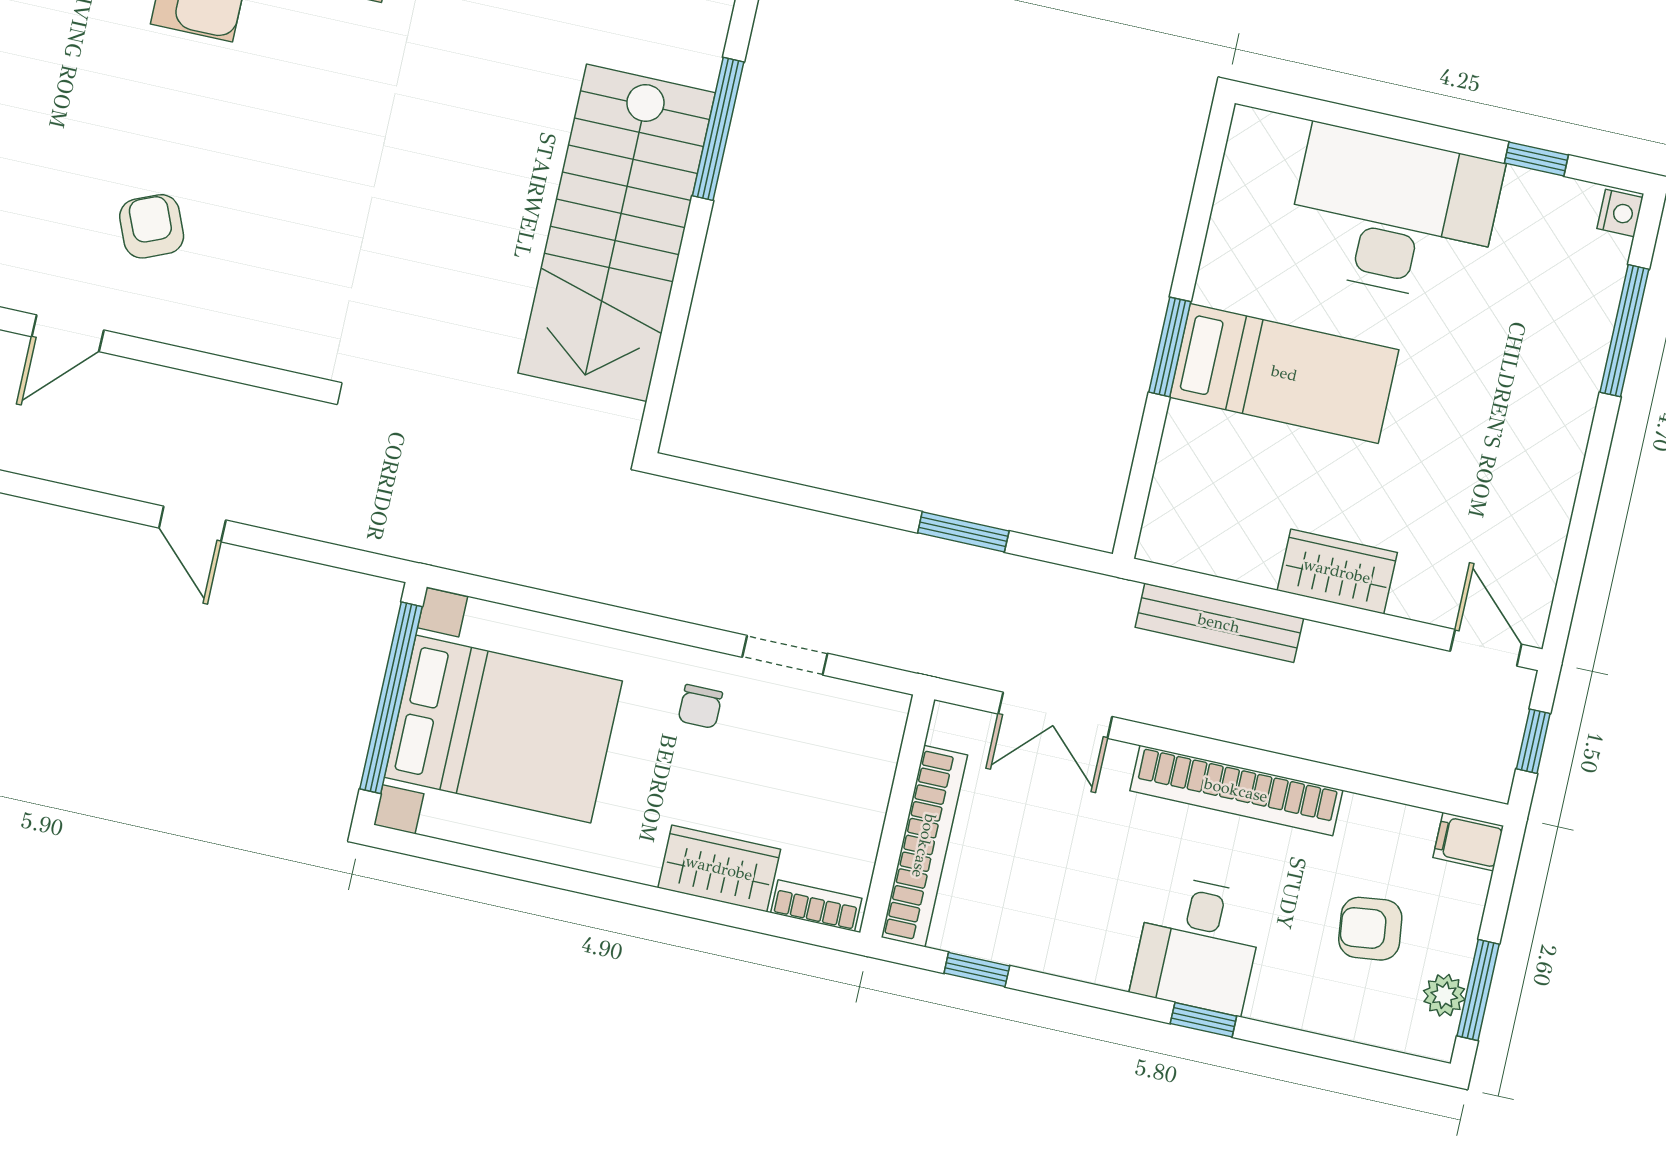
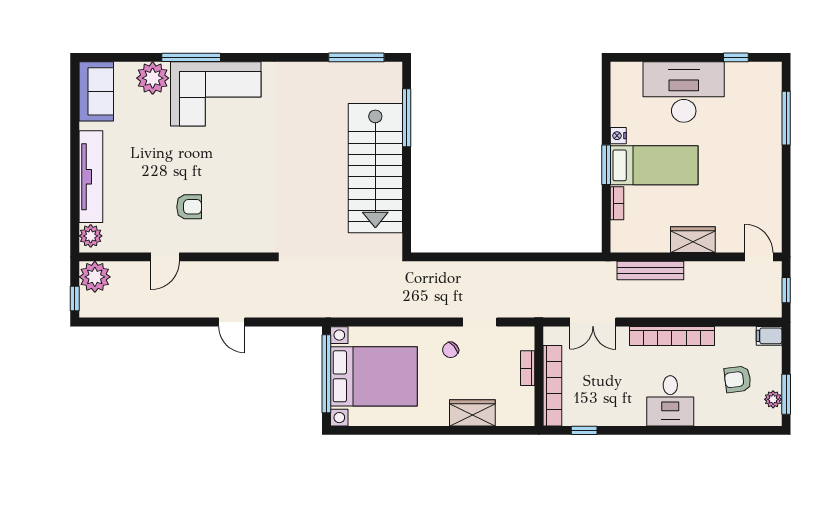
nightstand: (1620, 213) -> (618, 136), moved, turned 180
armchair: (152, 226) -> (189, 207), turned 113
bookcase: (1176, 445) -> (617, 203), added
window: (963, 532) -> (540, 257), removed
chair: (700, 707) -> (451, 350), turned 50
bookcase: (816, 906) -> (528, 368), moved, turned -90
window: (1203, 1020) -> (679, 430), removed

